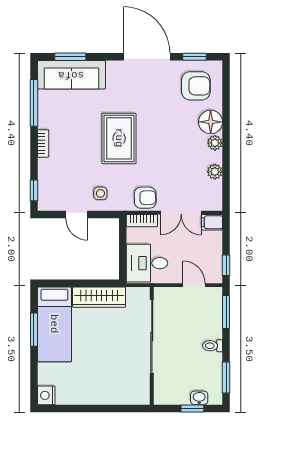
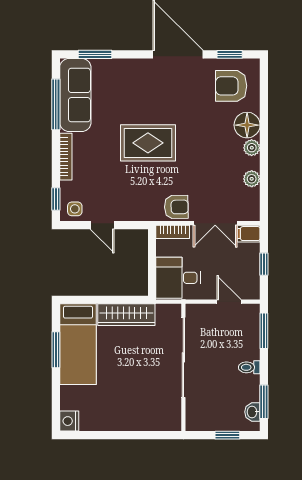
sofa: (71, 75) -> (75, 95), moved, turned -90
armchair: (196, 86) -> (231, 86), turned 180
rug: (119, 138) -> (148, 143), turned 90
bookcase: (43, 143) -> (66, 157), width x1.56
side table: (100, 193) -> (75, 209), moved
window: (226, 265) -> (264, 264), moved
washbasin: (199, 398) -> (252, 412), moved, turned -90

